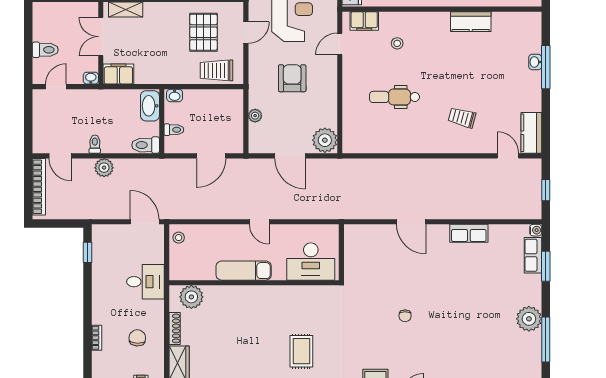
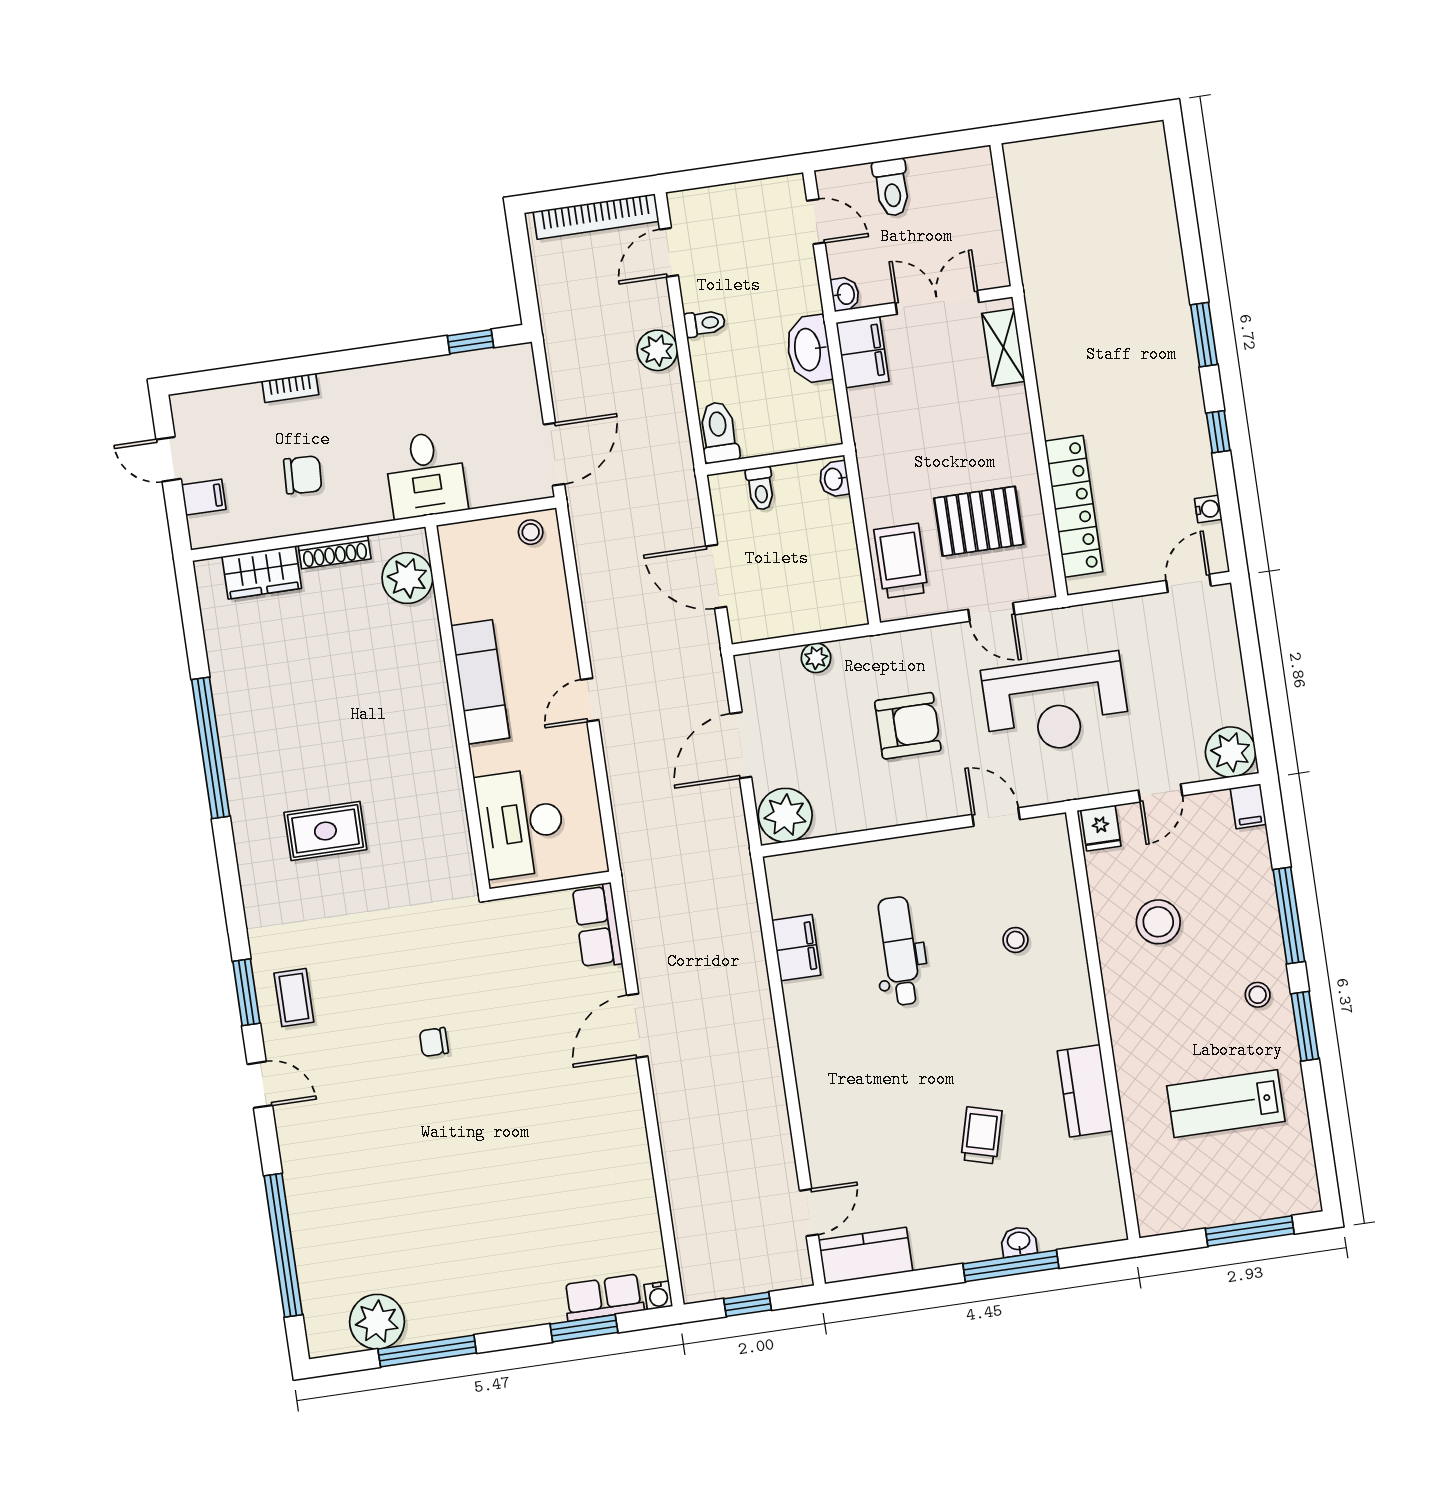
filing cabinet: (364, 21) -> (796, 948), moved, turned 180
washbasin: (150, 106) -> (809, 349), moved, turned -90
trolley: (462, 118) -> (981, 1135), moved
row of seats: (469, 233) -> (597, 926), moved
plant: (529, 319) -> (377, 1322), moved

